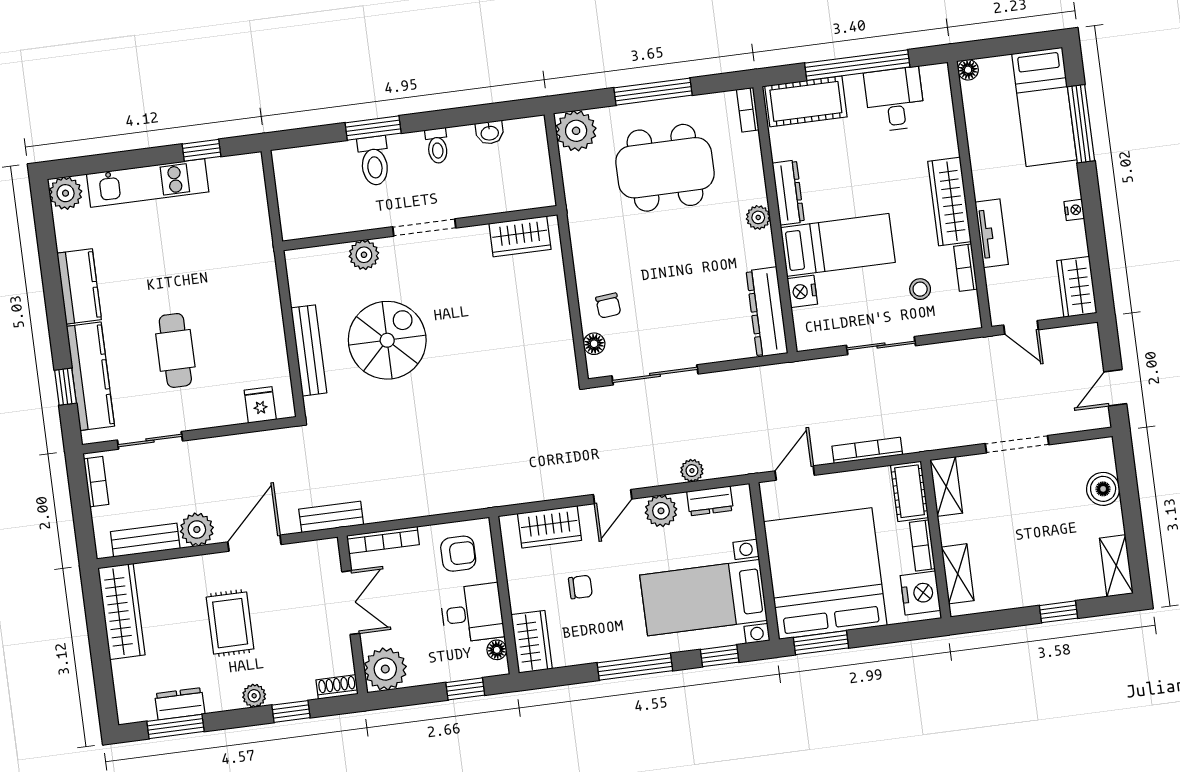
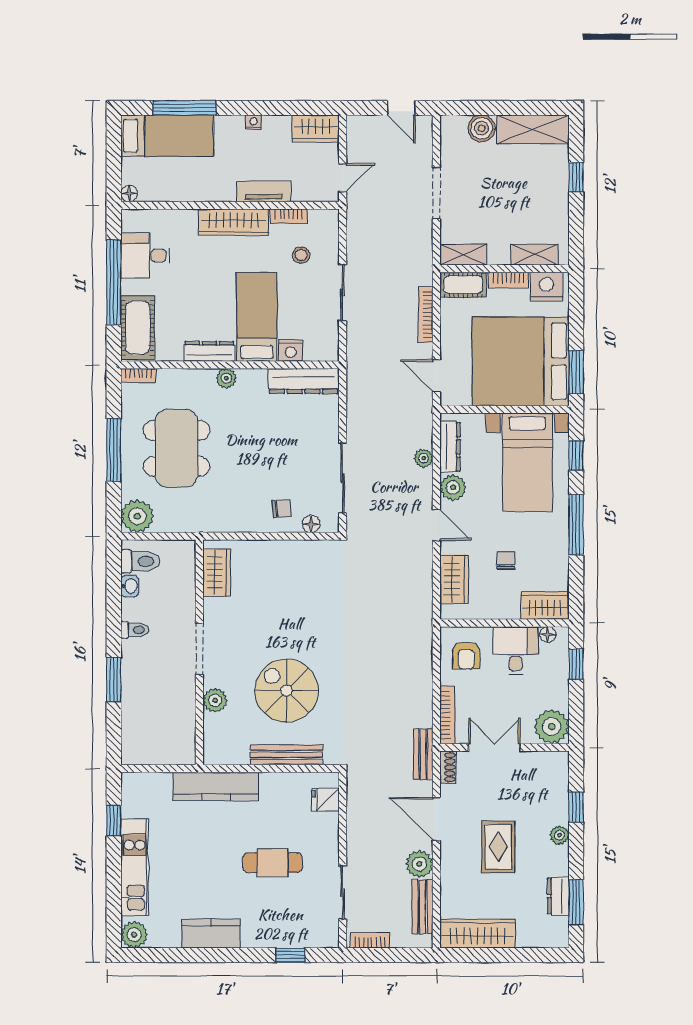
toilet: (374, 161) -> (140, 561), moved
kitchen counter: (90, 376) -> (216, 786), moved, turned 180
dresser: (710, 501) -> (450, 447), width x1.44
armchair: (458, 554) -> (466, 656), turned 180
shelving: (1116, 566) -> (533, 129), width x1.50, depth x1.33
rug: (230, 623) -> (498, 847), turned 90
shoe rack: (337, 687) -> (448, 767), moved, turned 180

